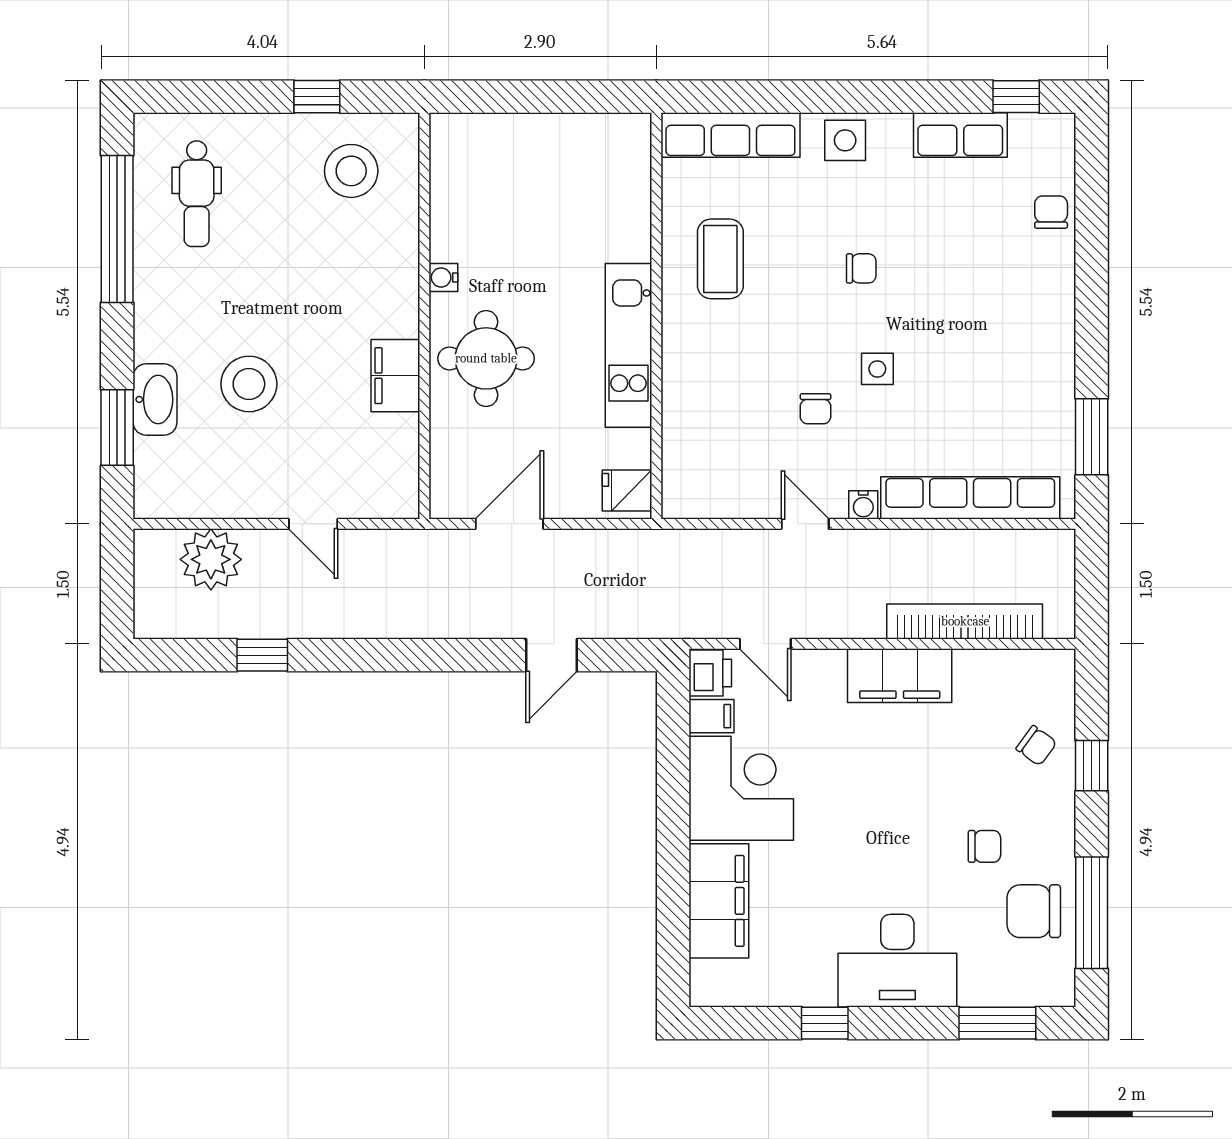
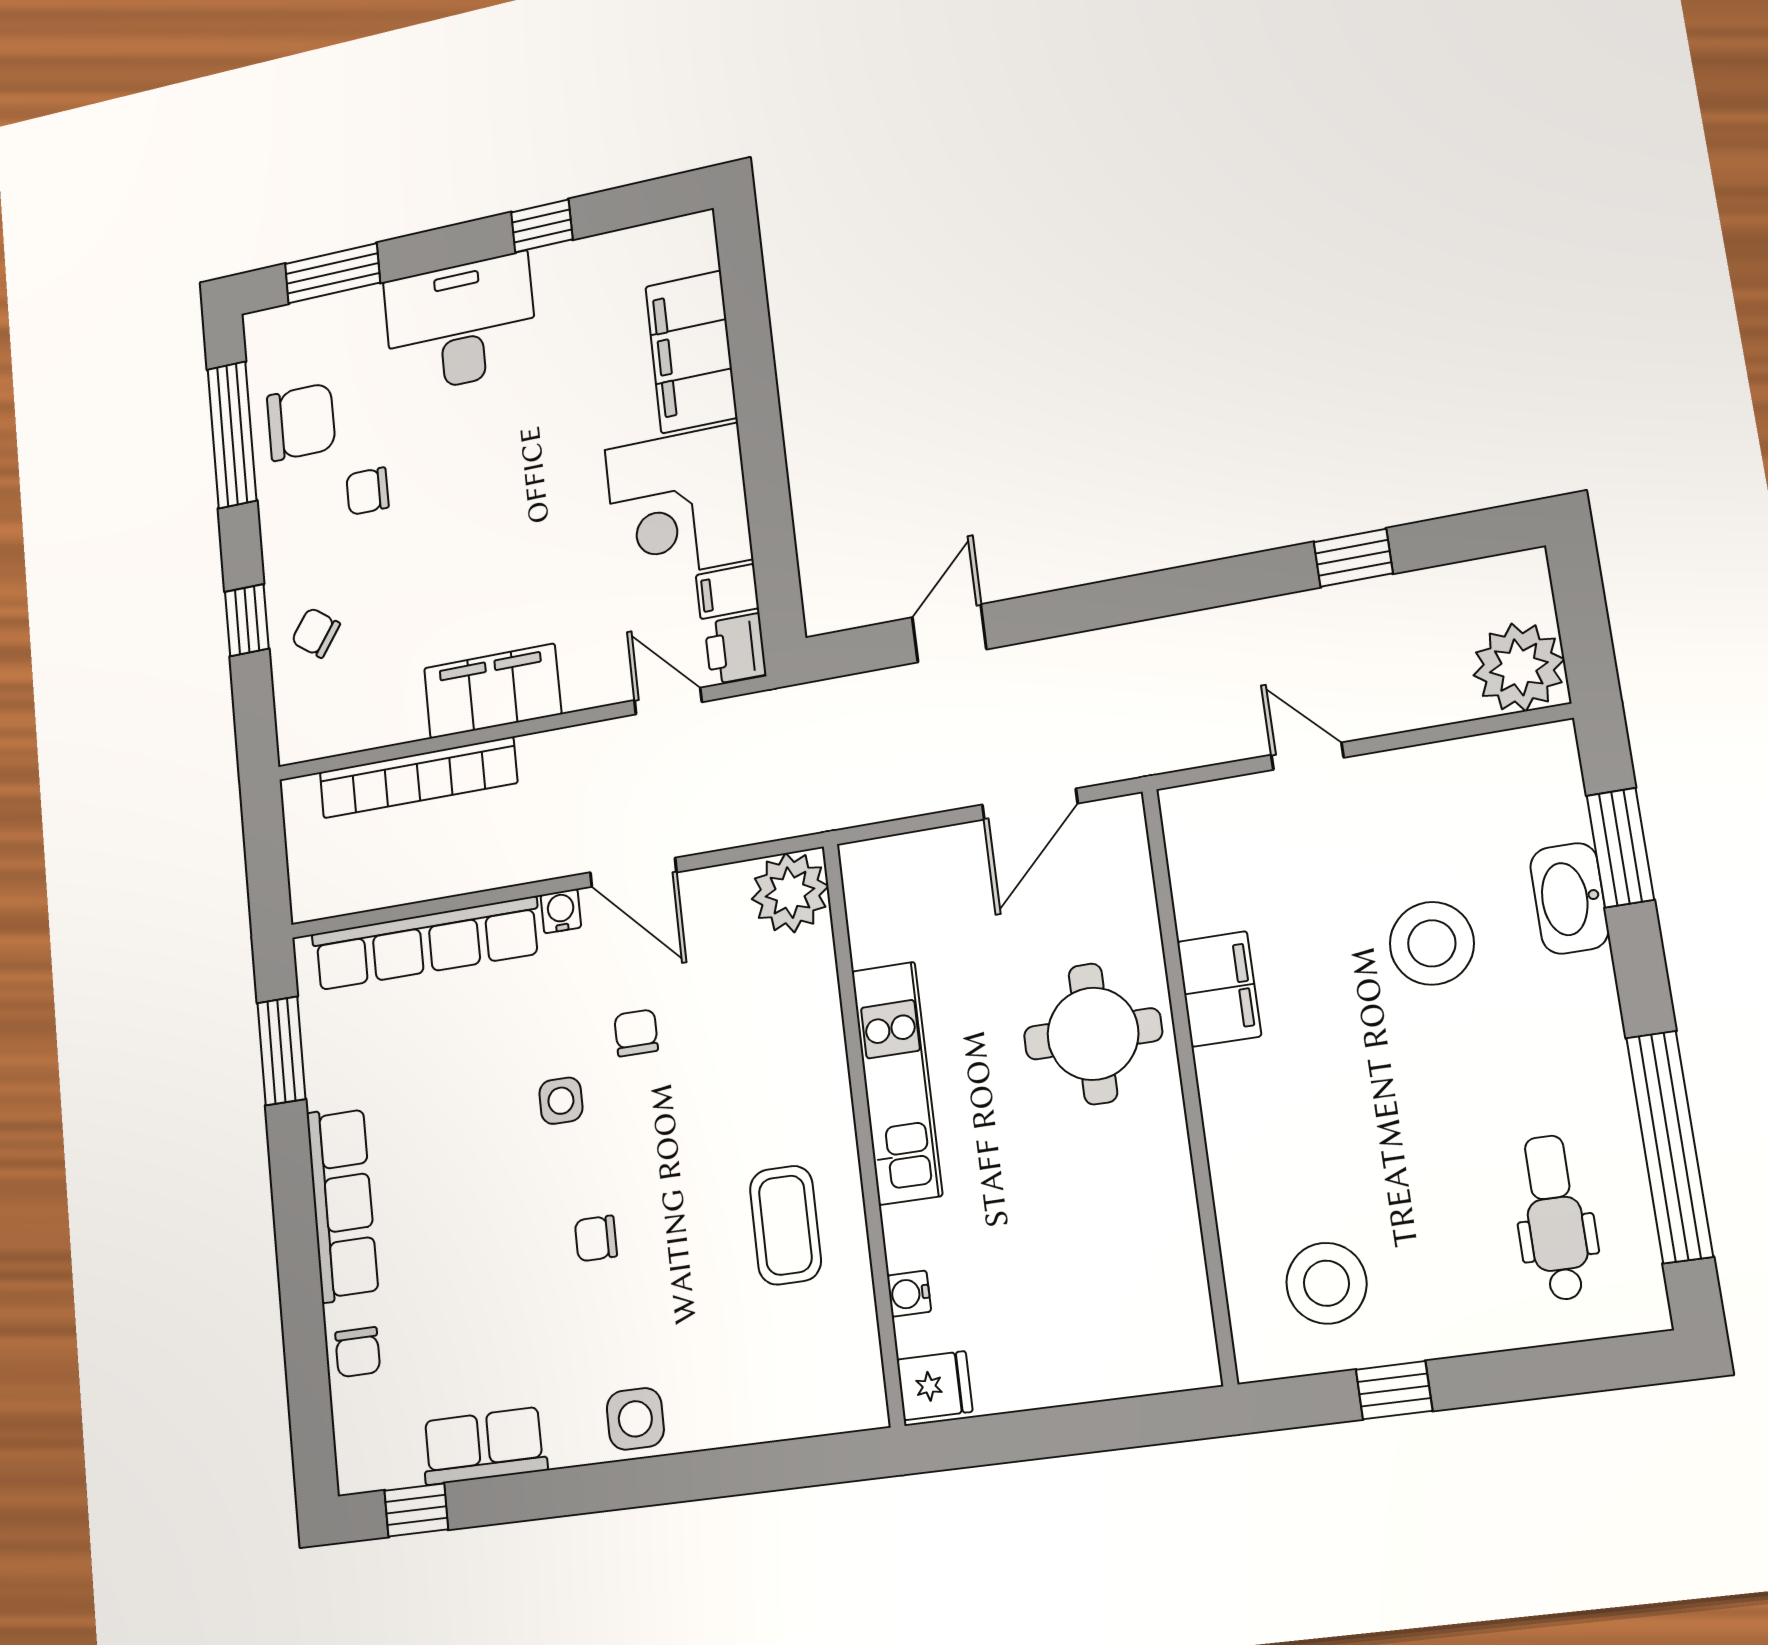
row of seats: (730, 135) -> (342, 1204), moved, turned 90
water cooler: (443, 278) -> (909, 1294), moved, turned 180
plant: (690, 490) -> (790, 893), added
fridge: (627, 491) -> (935, 1386), moved
door: (805, 524) -> (633, 872), width x1.38
plant: (211, 559) -> (1519, 667), moved

